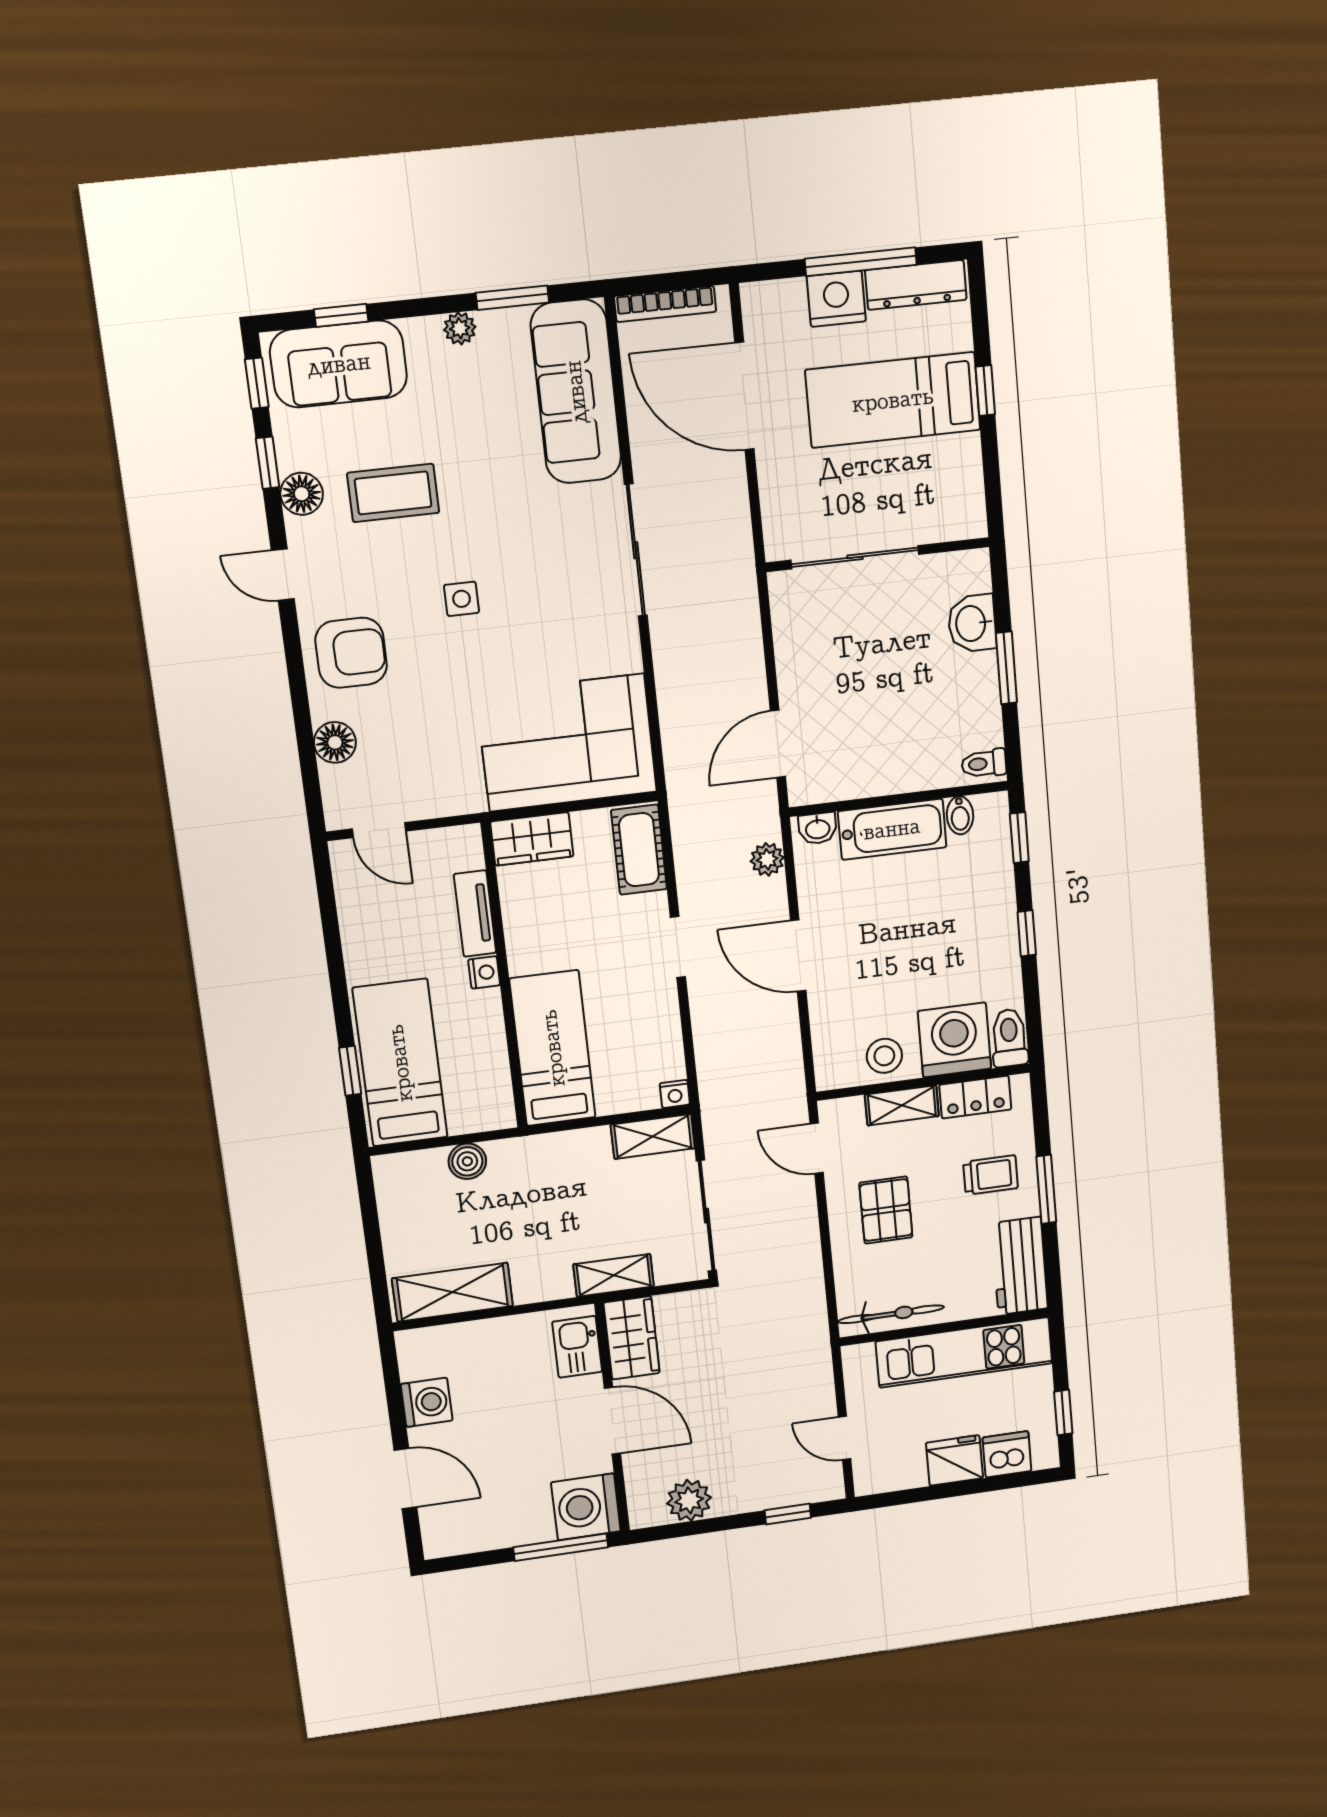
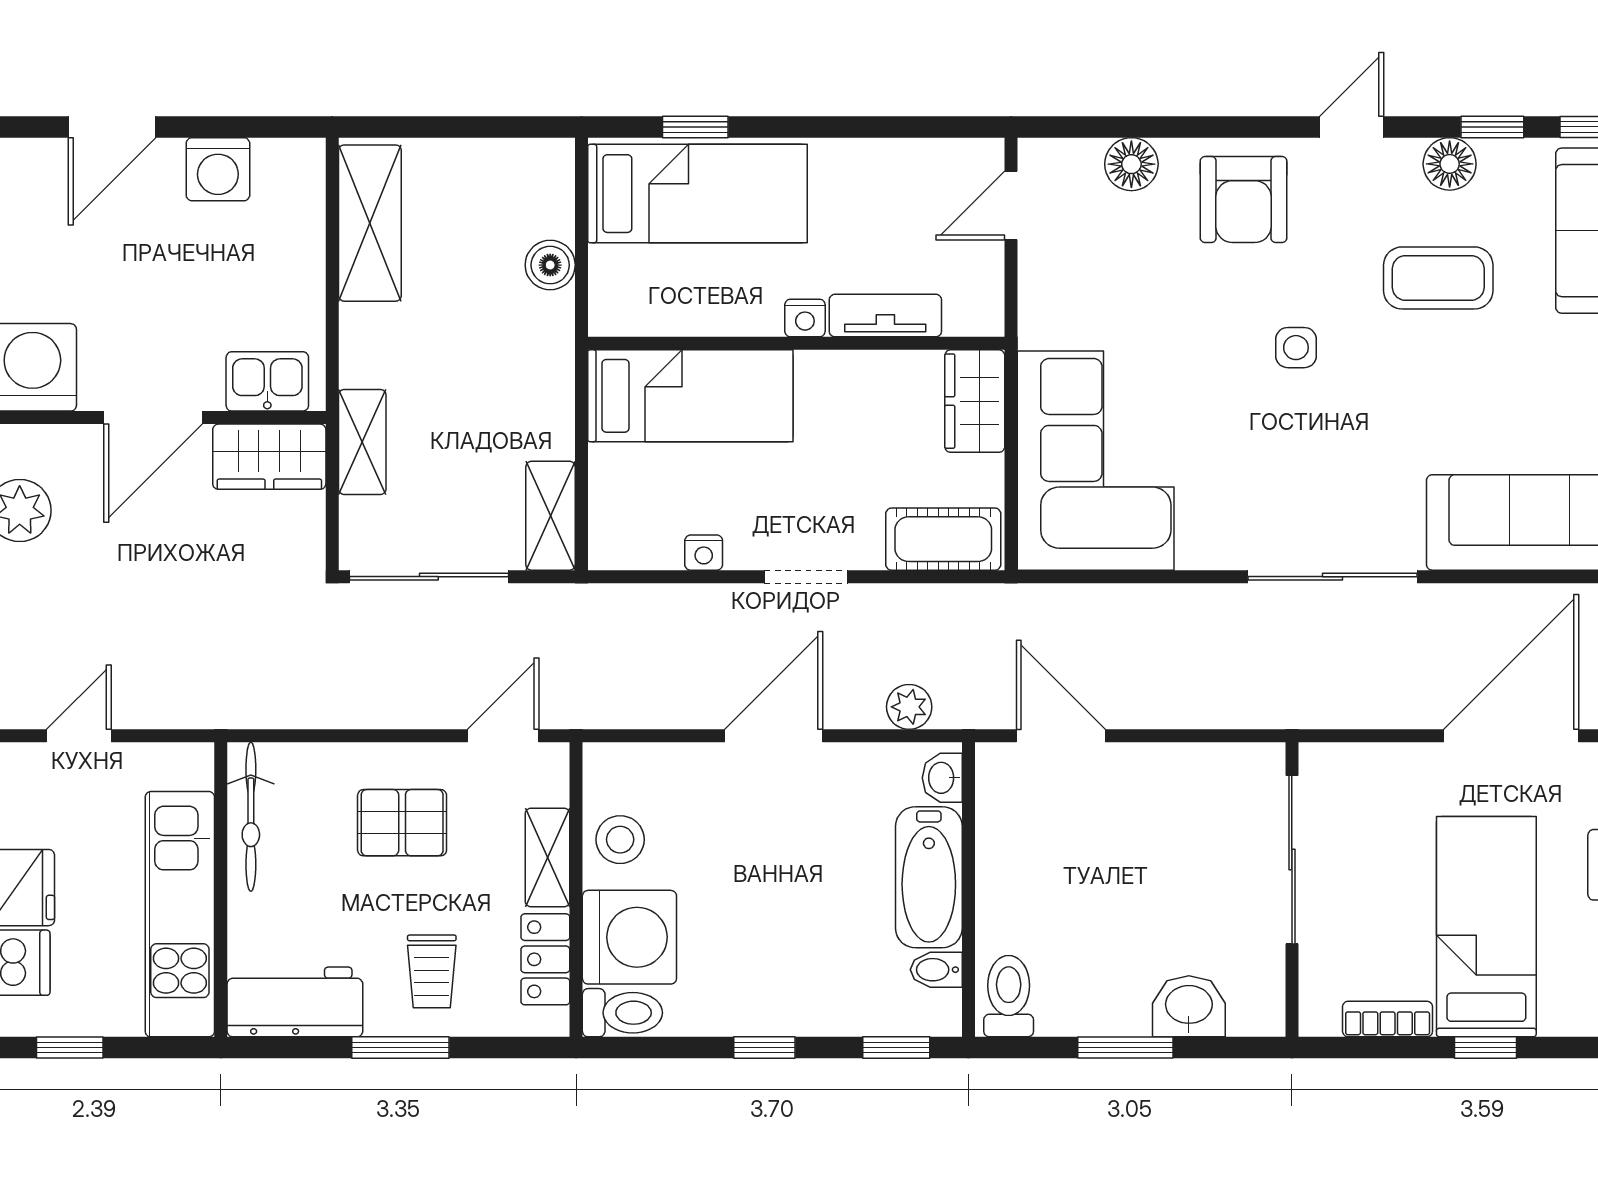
bookcase: (970, 470) -> (1388, 1019), added
coffee table: (393, 493) -> (1438, 278), turned 90
toilet: (984, 763) -> (1009, 996), width x1.37, depth x1.39
nightstand: (675, 1094) -> (704, 553), moved, turned -90

